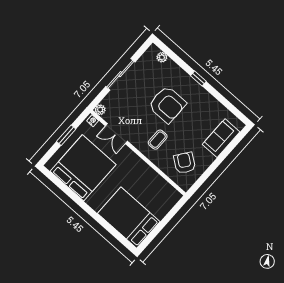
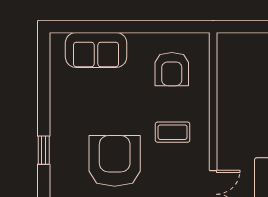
armchair: (185, 163) -> (172, 69), turned -36

